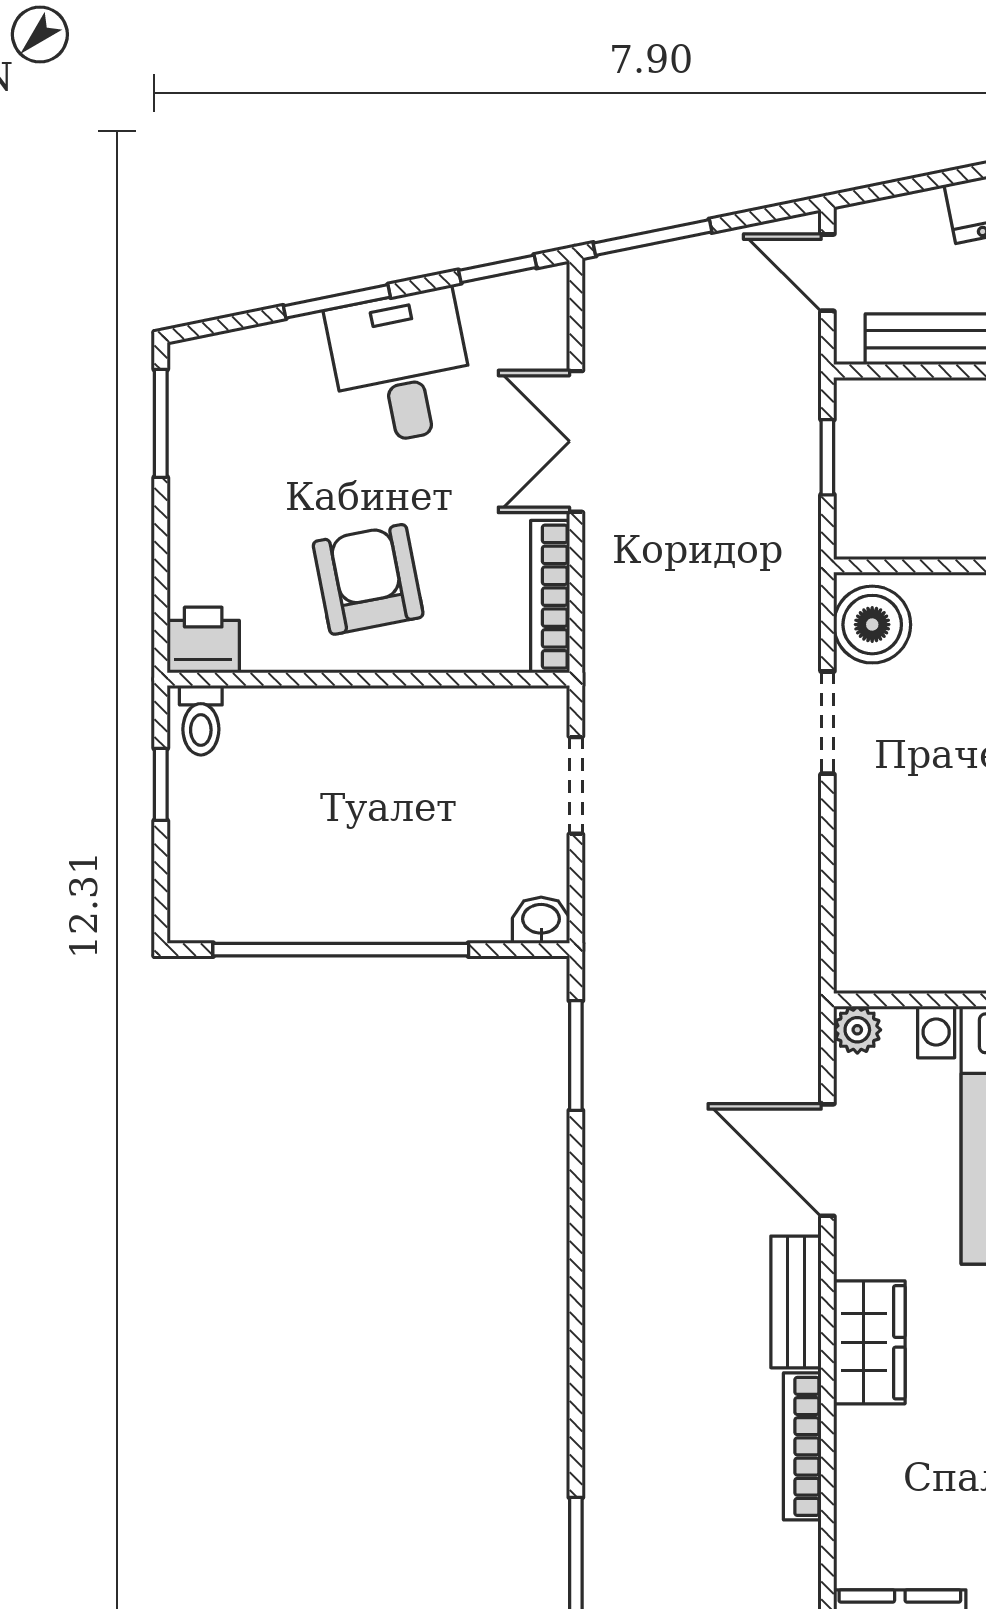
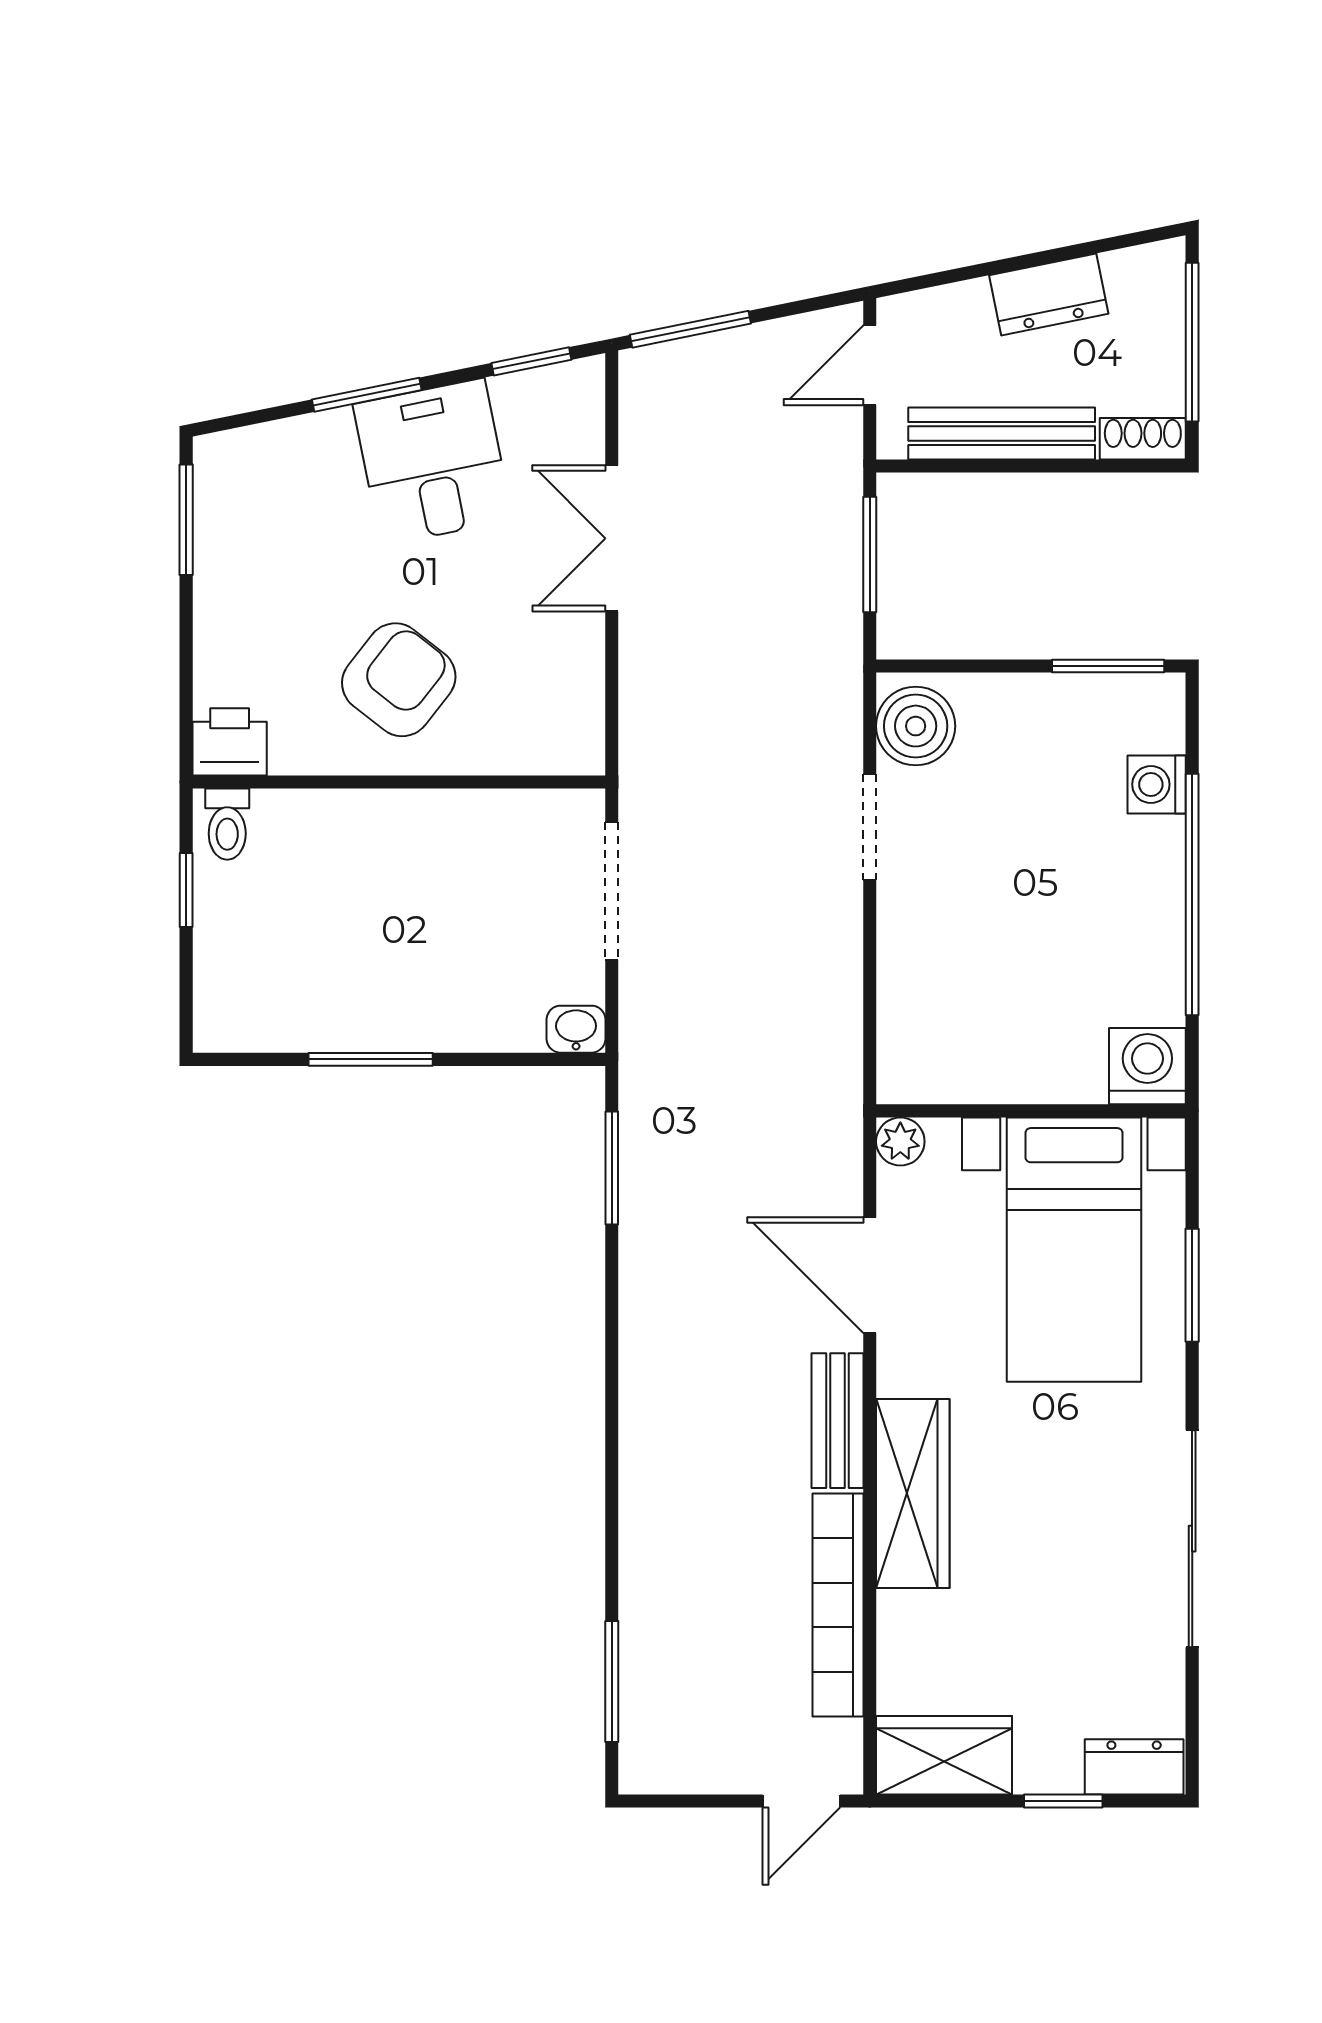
door: (827, 273) -> (870, 365), hinge flipped
window: (827, 457) -> (870, 554), width x1.50
armchair: (368, 579) -> (399, 680), turned 49
bookcase: (550, 597) -> (585, 697), removed
doorway: (576, 785) -> (612, 891), width x1.38
window: (341, 950) -> (371, 1059), width x0.47
wardrobe: (869, 1342) -> (913, 1494), width x1.50
bookcase: (802, 1446) -> (838, 1605), width x1.48, depth x1.31

